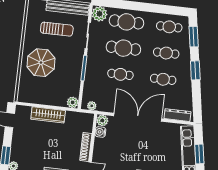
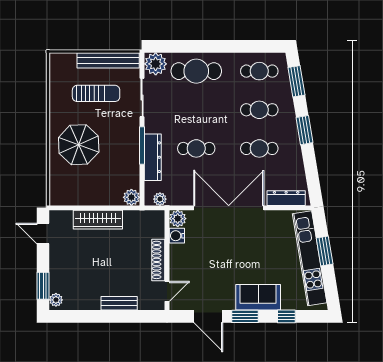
cafe table: (123, 48) -> (196, 110), removed
dresser: (90, 77) -> (153, 157), added

